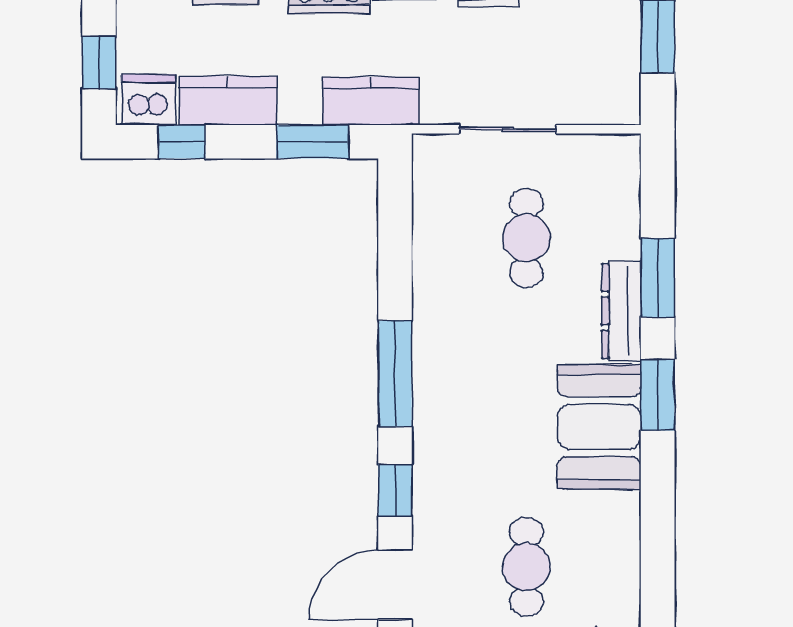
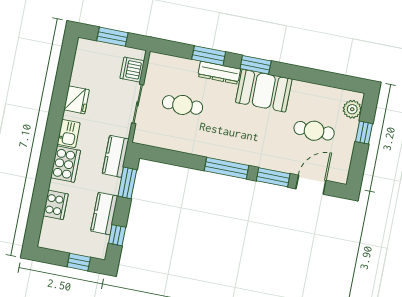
dishwasher: (148, 100) -> (132, 70), moved
window: (395, 490) -> (273, 177), width x1.50
door: (395, 585) -> (311, 185), swing flipped

